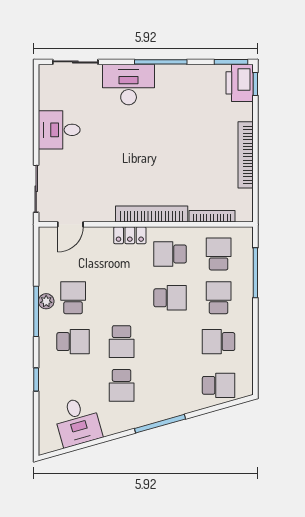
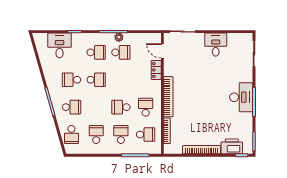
printer: (240, 83) -> (232, 146), moved
desk: (129, 85) -> (241, 97), moved
locker: (130, 235) -> (156, 70), moved
school desk: (170, 298) -> (121, 107), turned 90
school desk: (219, 298) -> (121, 134), turned -90
school desk: (73, 342) -> (96, 52), turned -90
school desk: (122, 342) -> (96, 80), turned 180
school desk: (170, 385) -> (71, 107), added
desk: (78, 422) -> (60, 45), moved, turned 106

